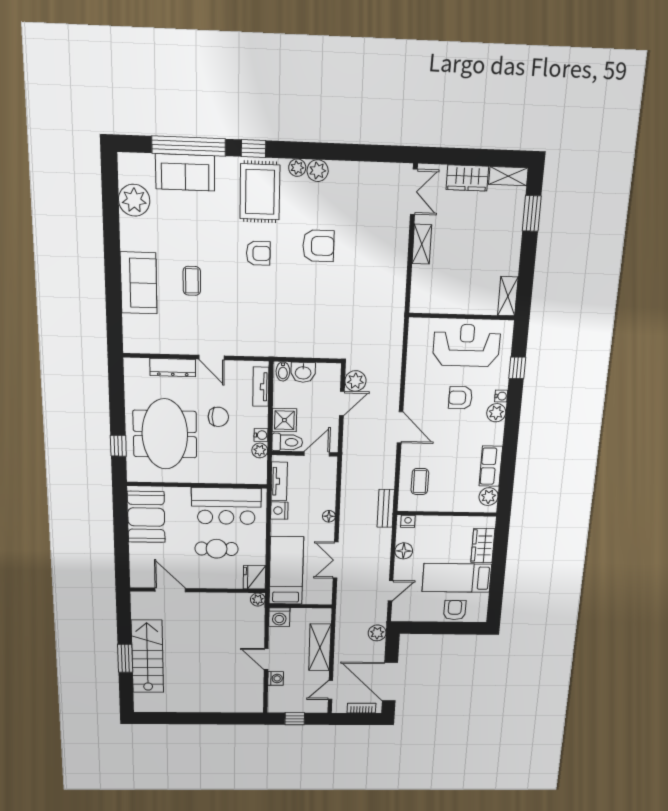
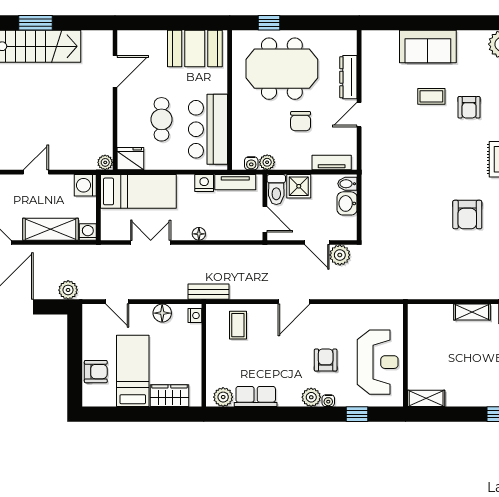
armchair: (258, 253) -> (469, 107), moved
water cooler: (261, 435) -> (251, 163), moved
coffee table: (420, 482) -> (238, 325), turned 90
washing machine: (276, 678) -> (88, 232), moved, turned 180

